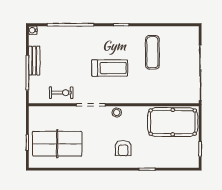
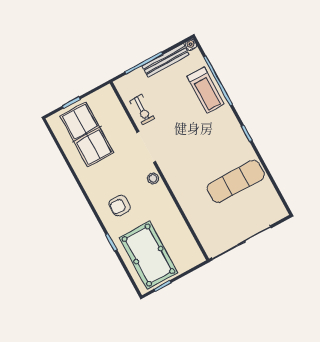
exercise mat: (152, 52) -> (236, 181), width x1.36, depth x1.45
bench: (34, 61) -> (166, 60), width x1.36
treadmill: (110, 68) -> (206, 90), moved
pool table: (173, 122) -> (148, 255), moved

